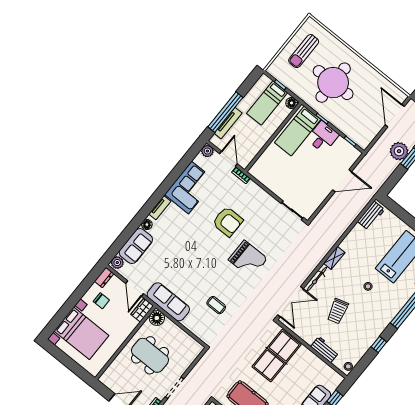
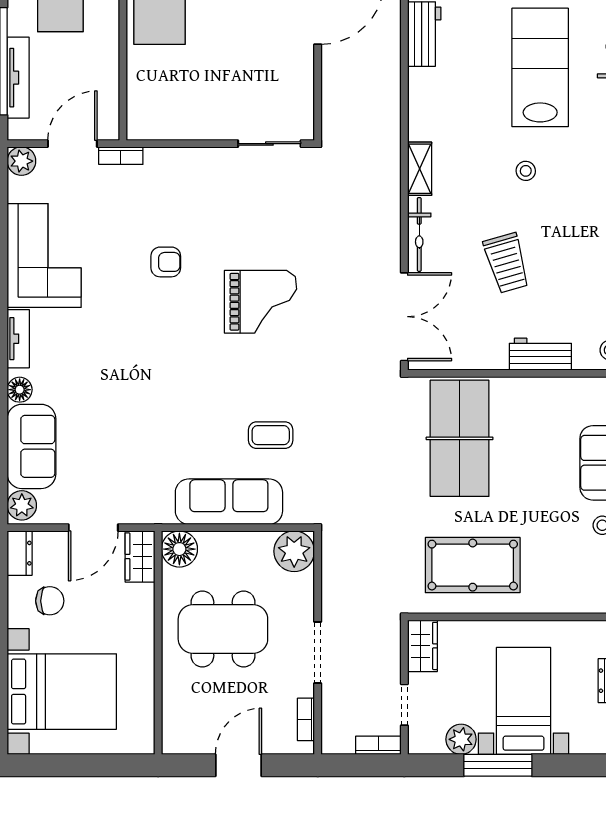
door: (228, 159) -> (72, 144), hinge flipped
armchair: (228, 222) -> (166, 262), width x0.53, depth x0.53
door: (135, 289) -> (93, 528), hinge flipped
sofa: (168, 302) -> (229, 502), moved
plant: (193, 349) -> (294, 551), added

